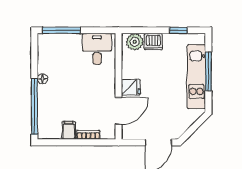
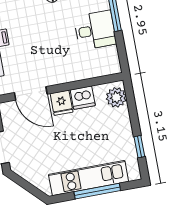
dishwasher: (153, 42) -> (83, 98), moved, turned -90
desk: (97, 49) -> (95, 30), moved

